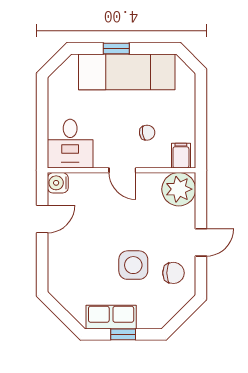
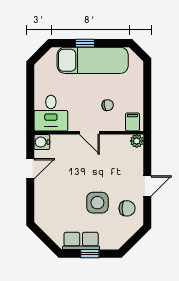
plant: (179, 189) -> (137, 141), width x0.53, depth x0.53

